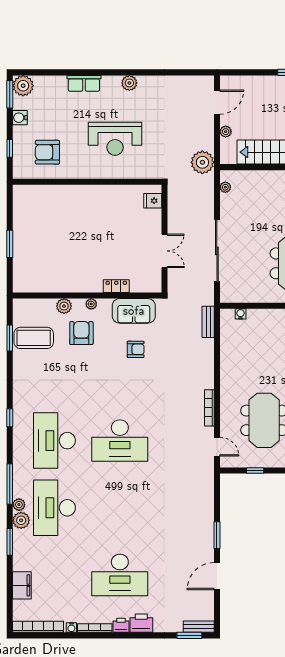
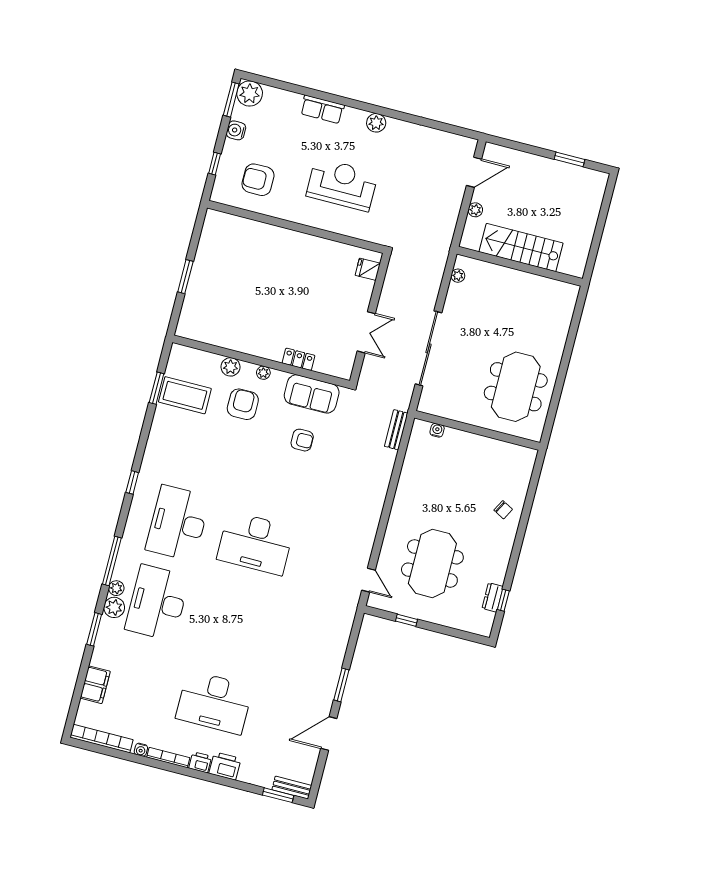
reception desk: (115, 139) -> (342, 184), turned 180
plant: (202, 162) -> (438, 239), removed
bookcase: (209, 408) -> (371, 532), removed

